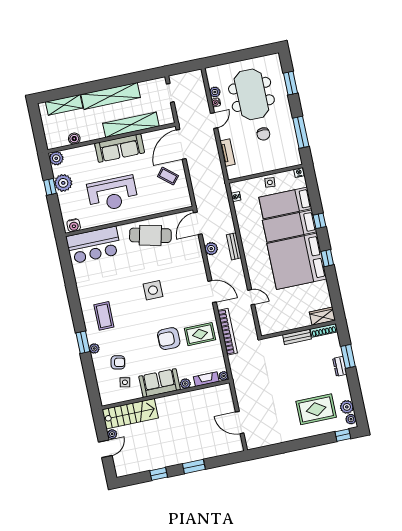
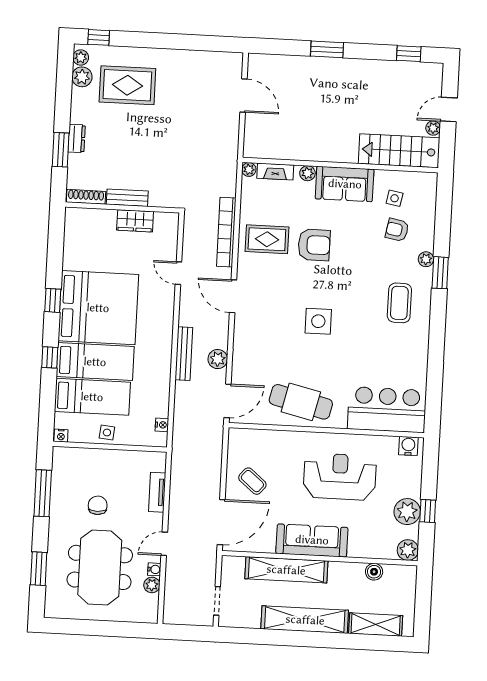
bench: (234, 246) -> (184, 354), width x1.36
wardrobe: (322, 316) -> (135, 221), moved
window: (159, 474) -> (409, 54), moved

